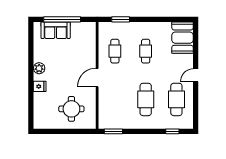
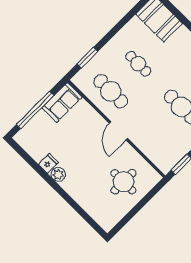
sofa: (56, 30) -> (62, 102), moved
cafe table: (115, 51) -> (111, 91), width x1.37, depth x1.35
fridge: (40, 86) -> (48, 163), moved

